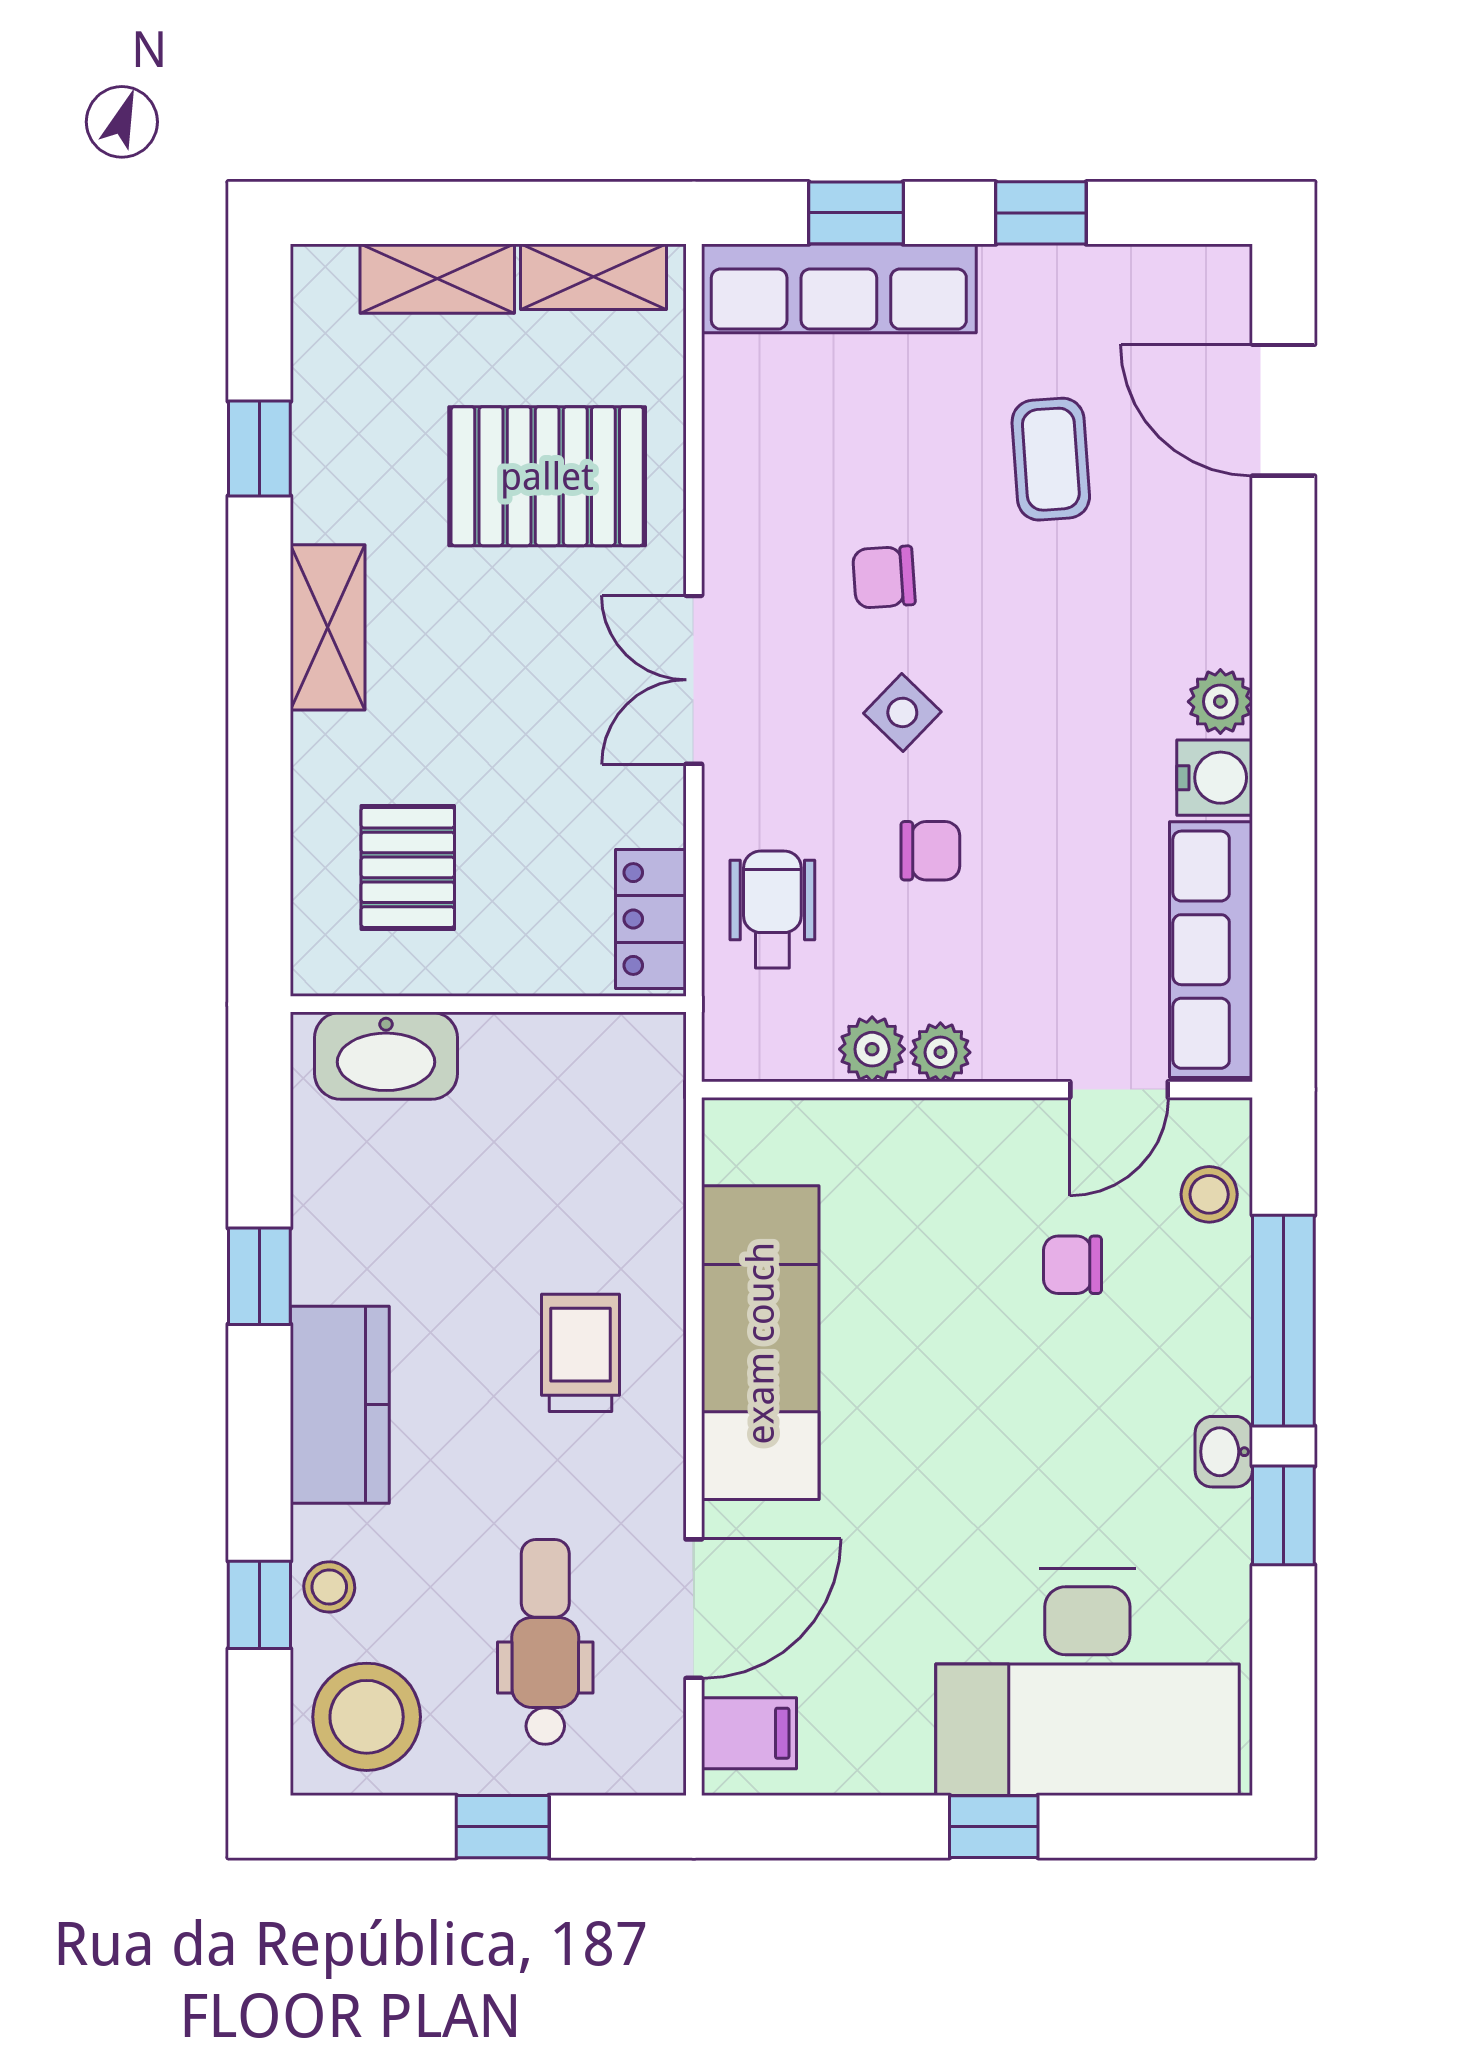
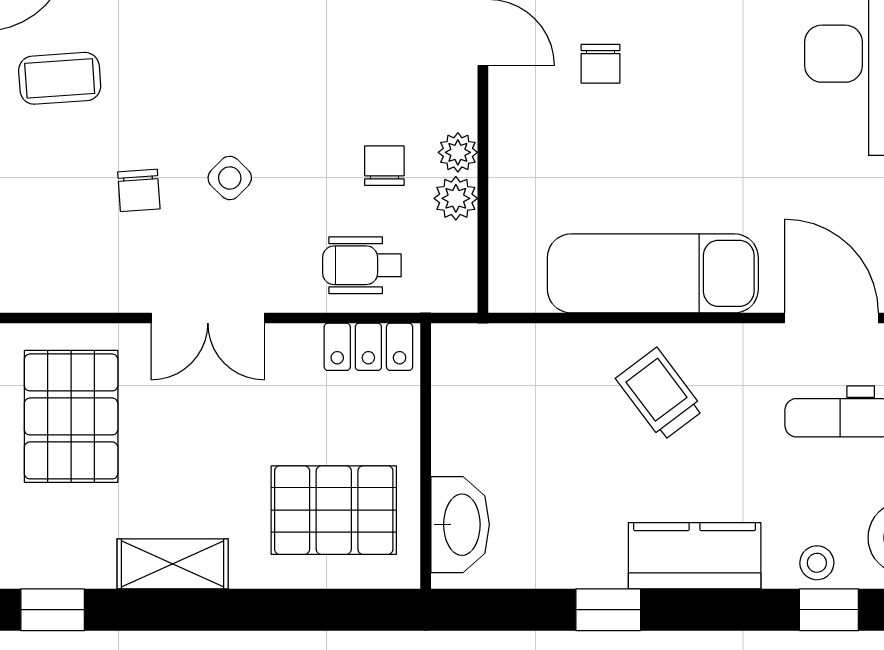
chair: (930, 851) -> (384, 166), moved
pallet: (408, 867) -> (334, 510), width x1.50, depth x1.42
trolley: (580, 1353) -> (660, 394), turned 53

